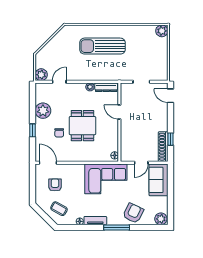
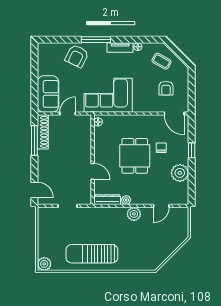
sun lounger: (102, 46) -> (92, 254), moved, turned 180
plant: (41, 75) -> (134, 214), moved
window: (170, 139) -> (34, 140), width x2.17
plant: (161, 219) -> (45, 50), removed

